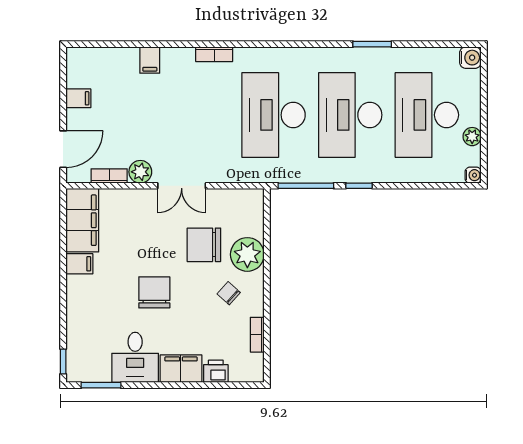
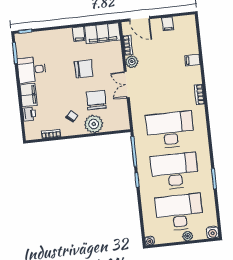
plant: (472, 137) -> (188, 236), moved
chair: (154, 292) -> (84, 69), moved

